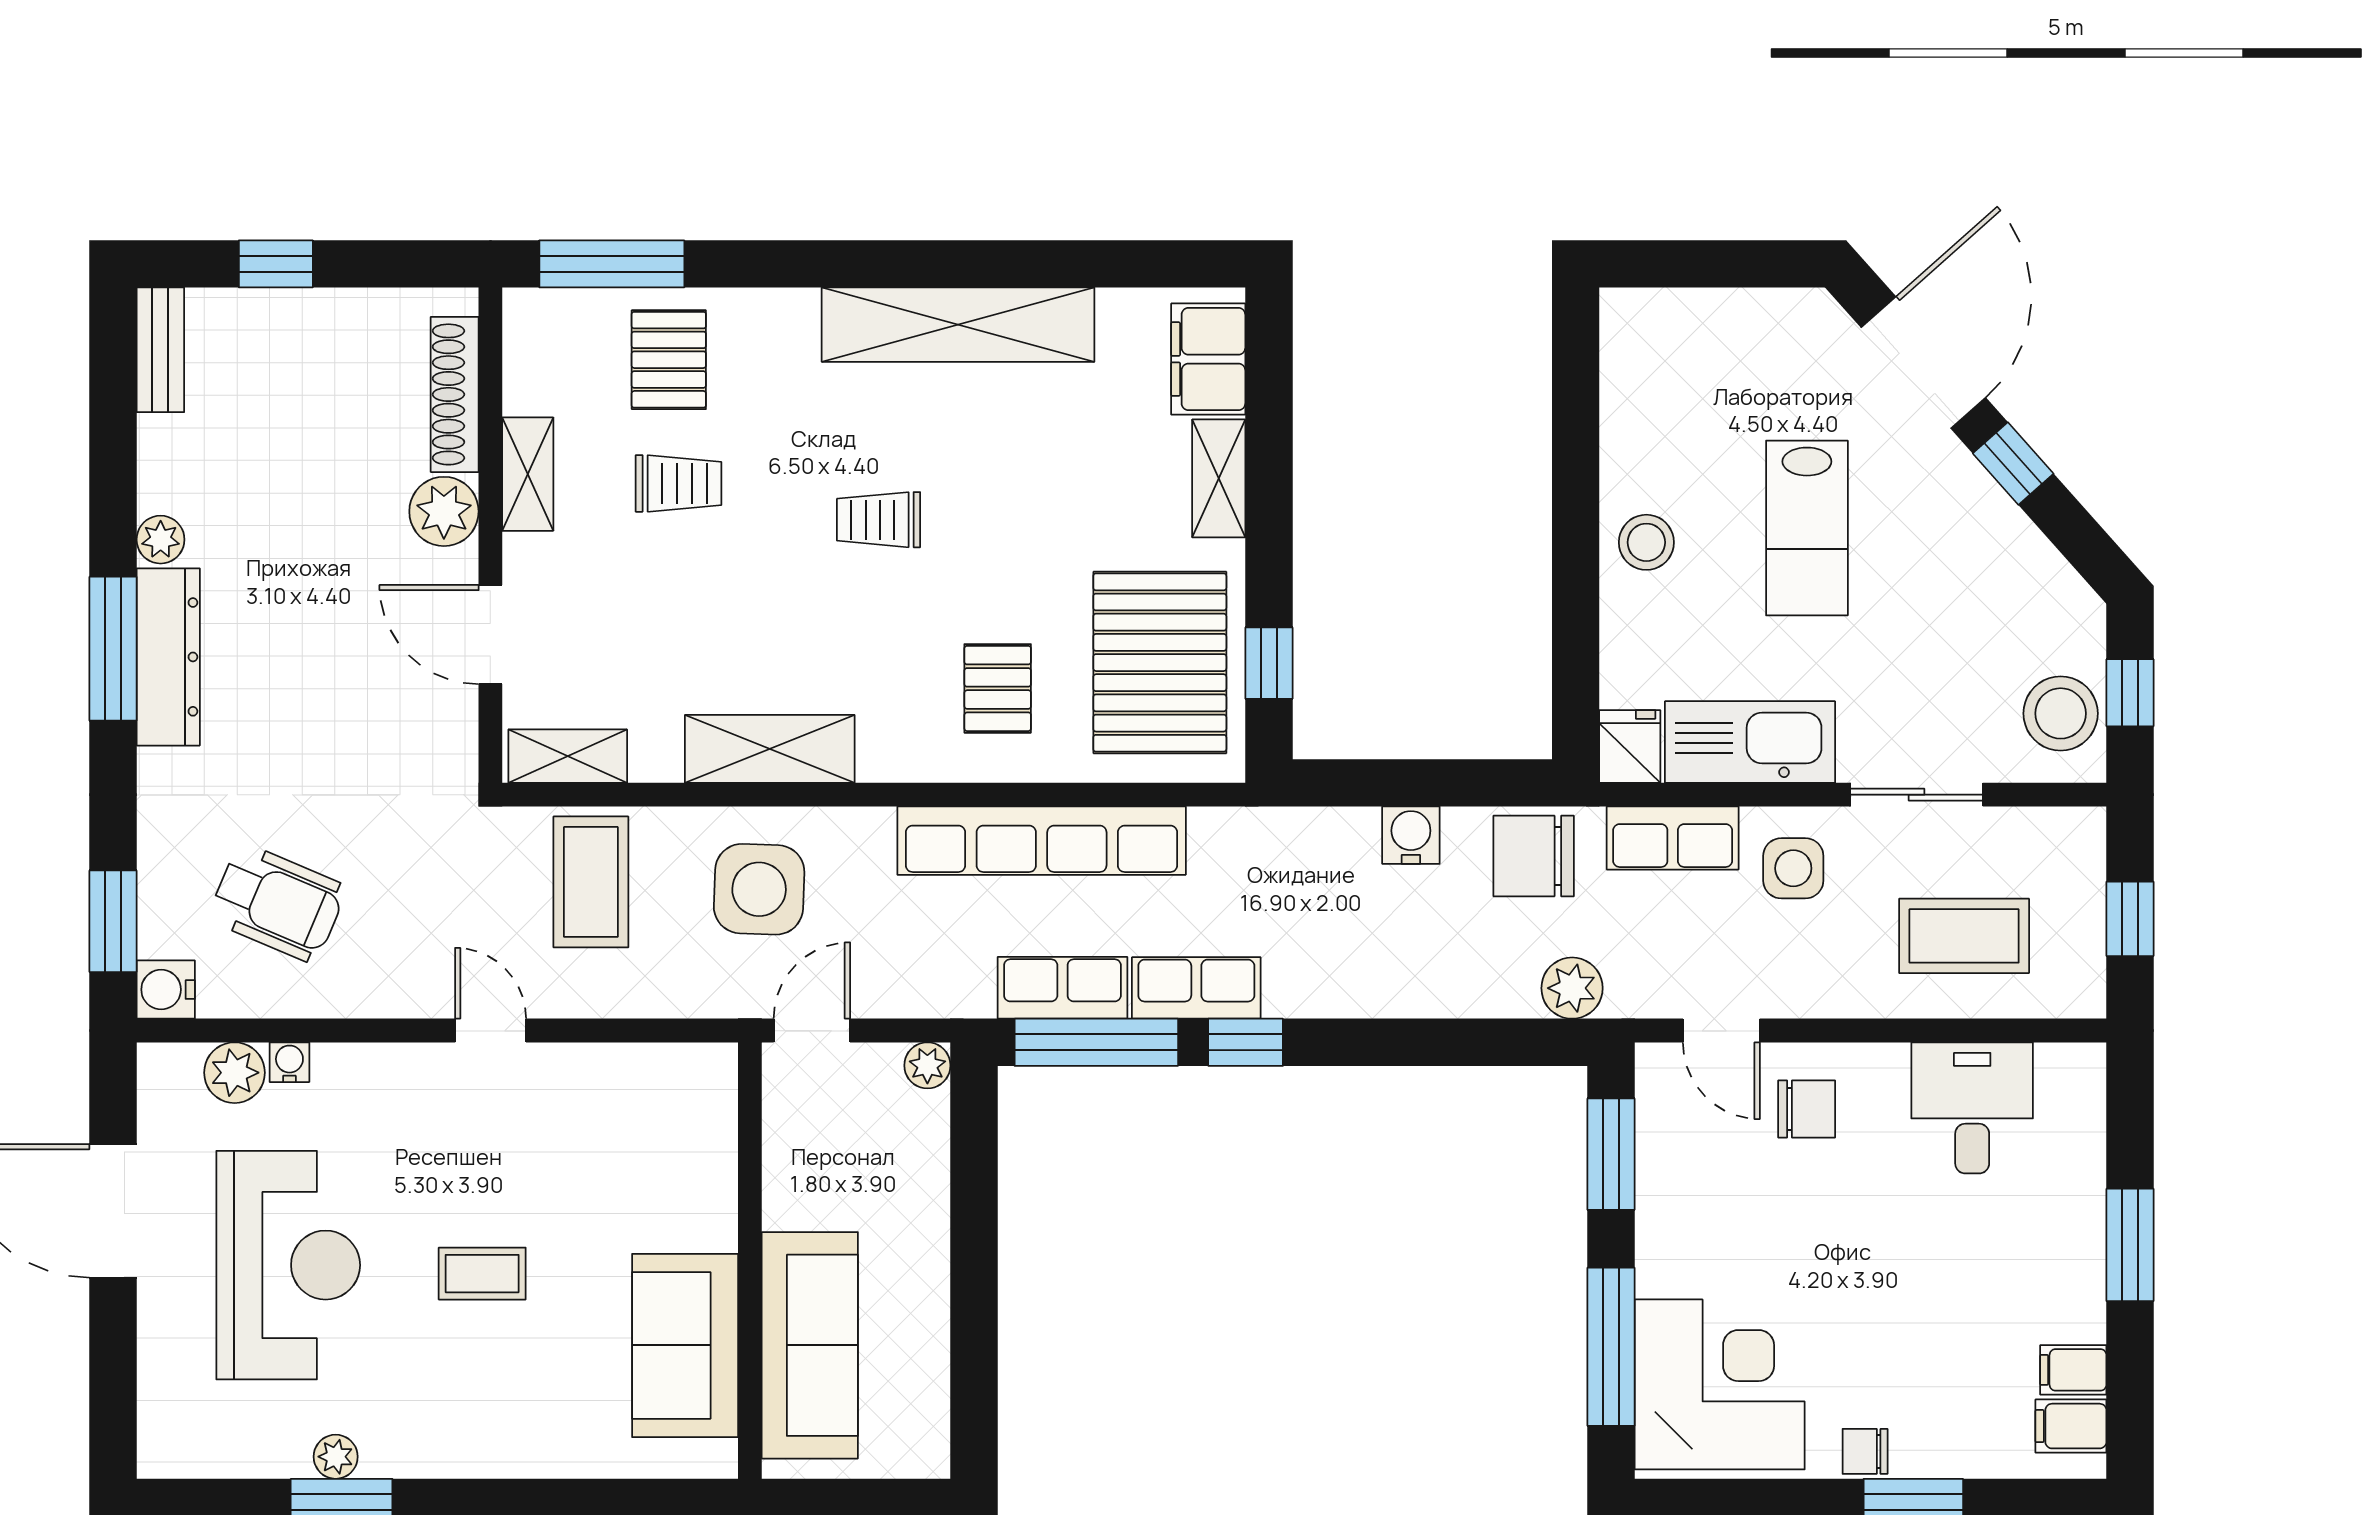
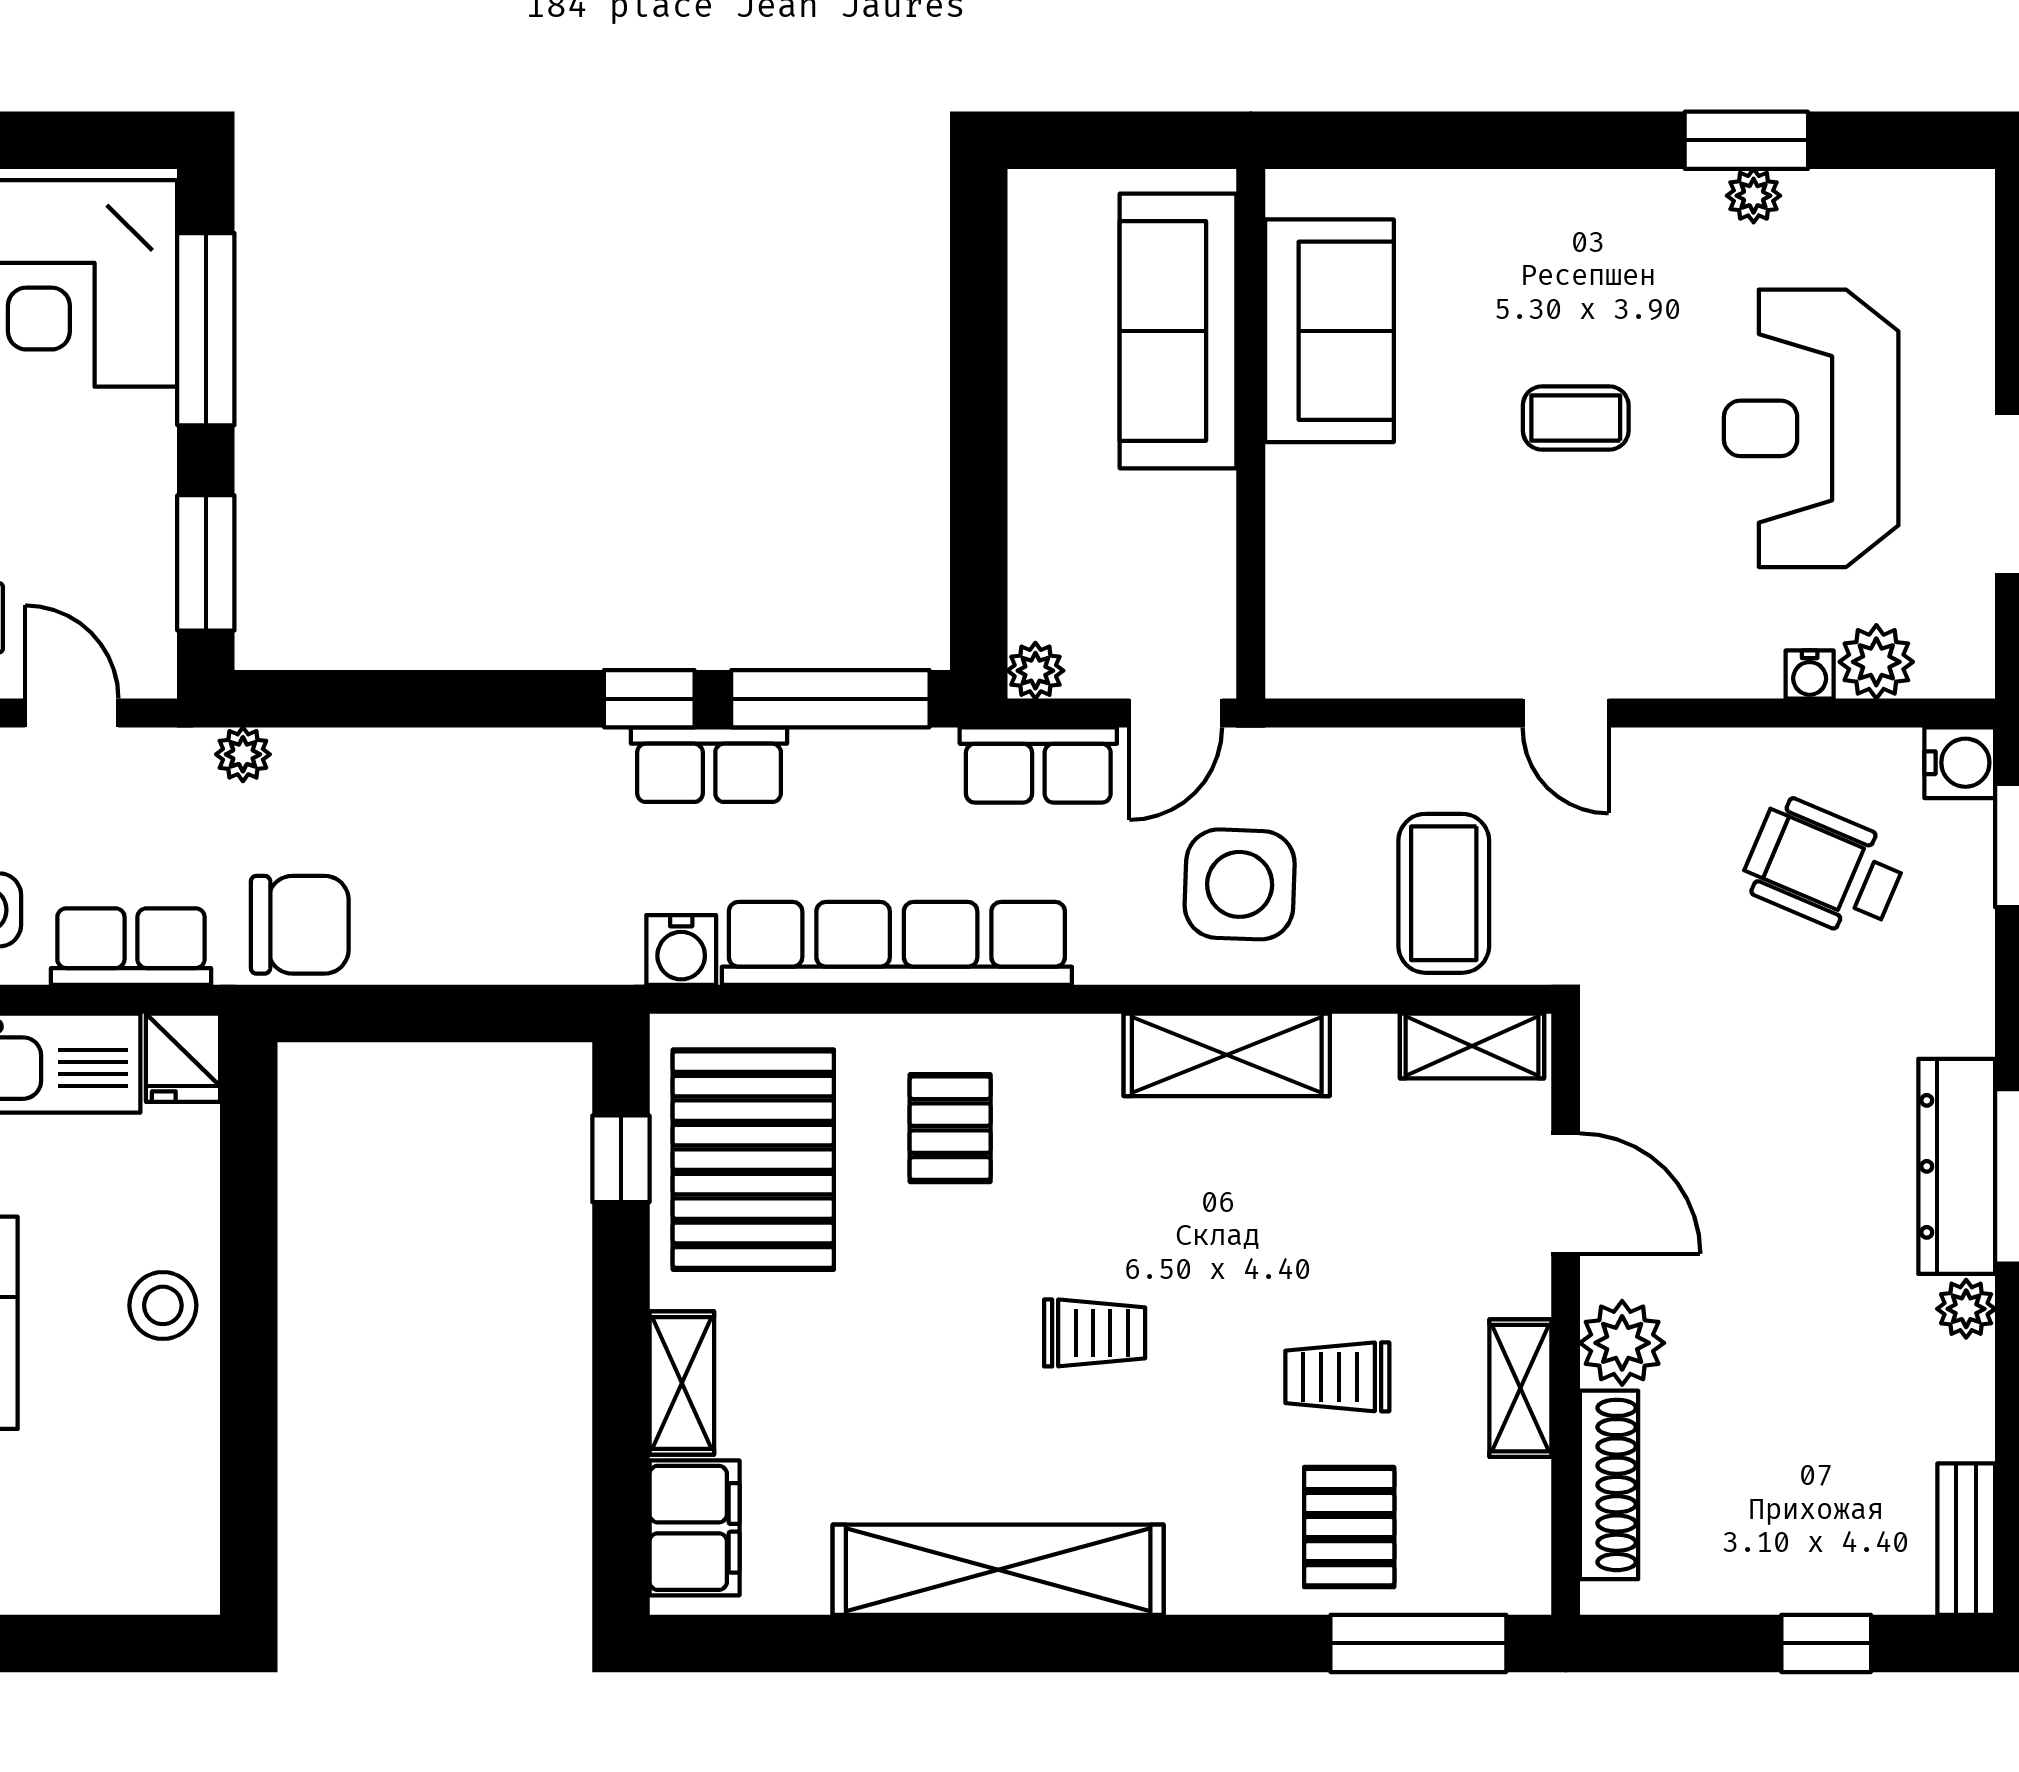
water cooler: (1411, 835) -> (681, 950), moved
row of seats: (1062, 988) -> (1038, 765), moved
plant: (1572, 988) -> (243, 754), width x0.73, depth x0.73

